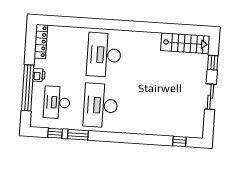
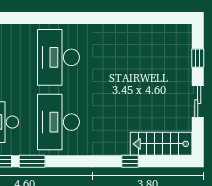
stairs: (185, 43) -> (161, 144), moved, turned 180
window: (179, 141) -> (130, 161), moved

